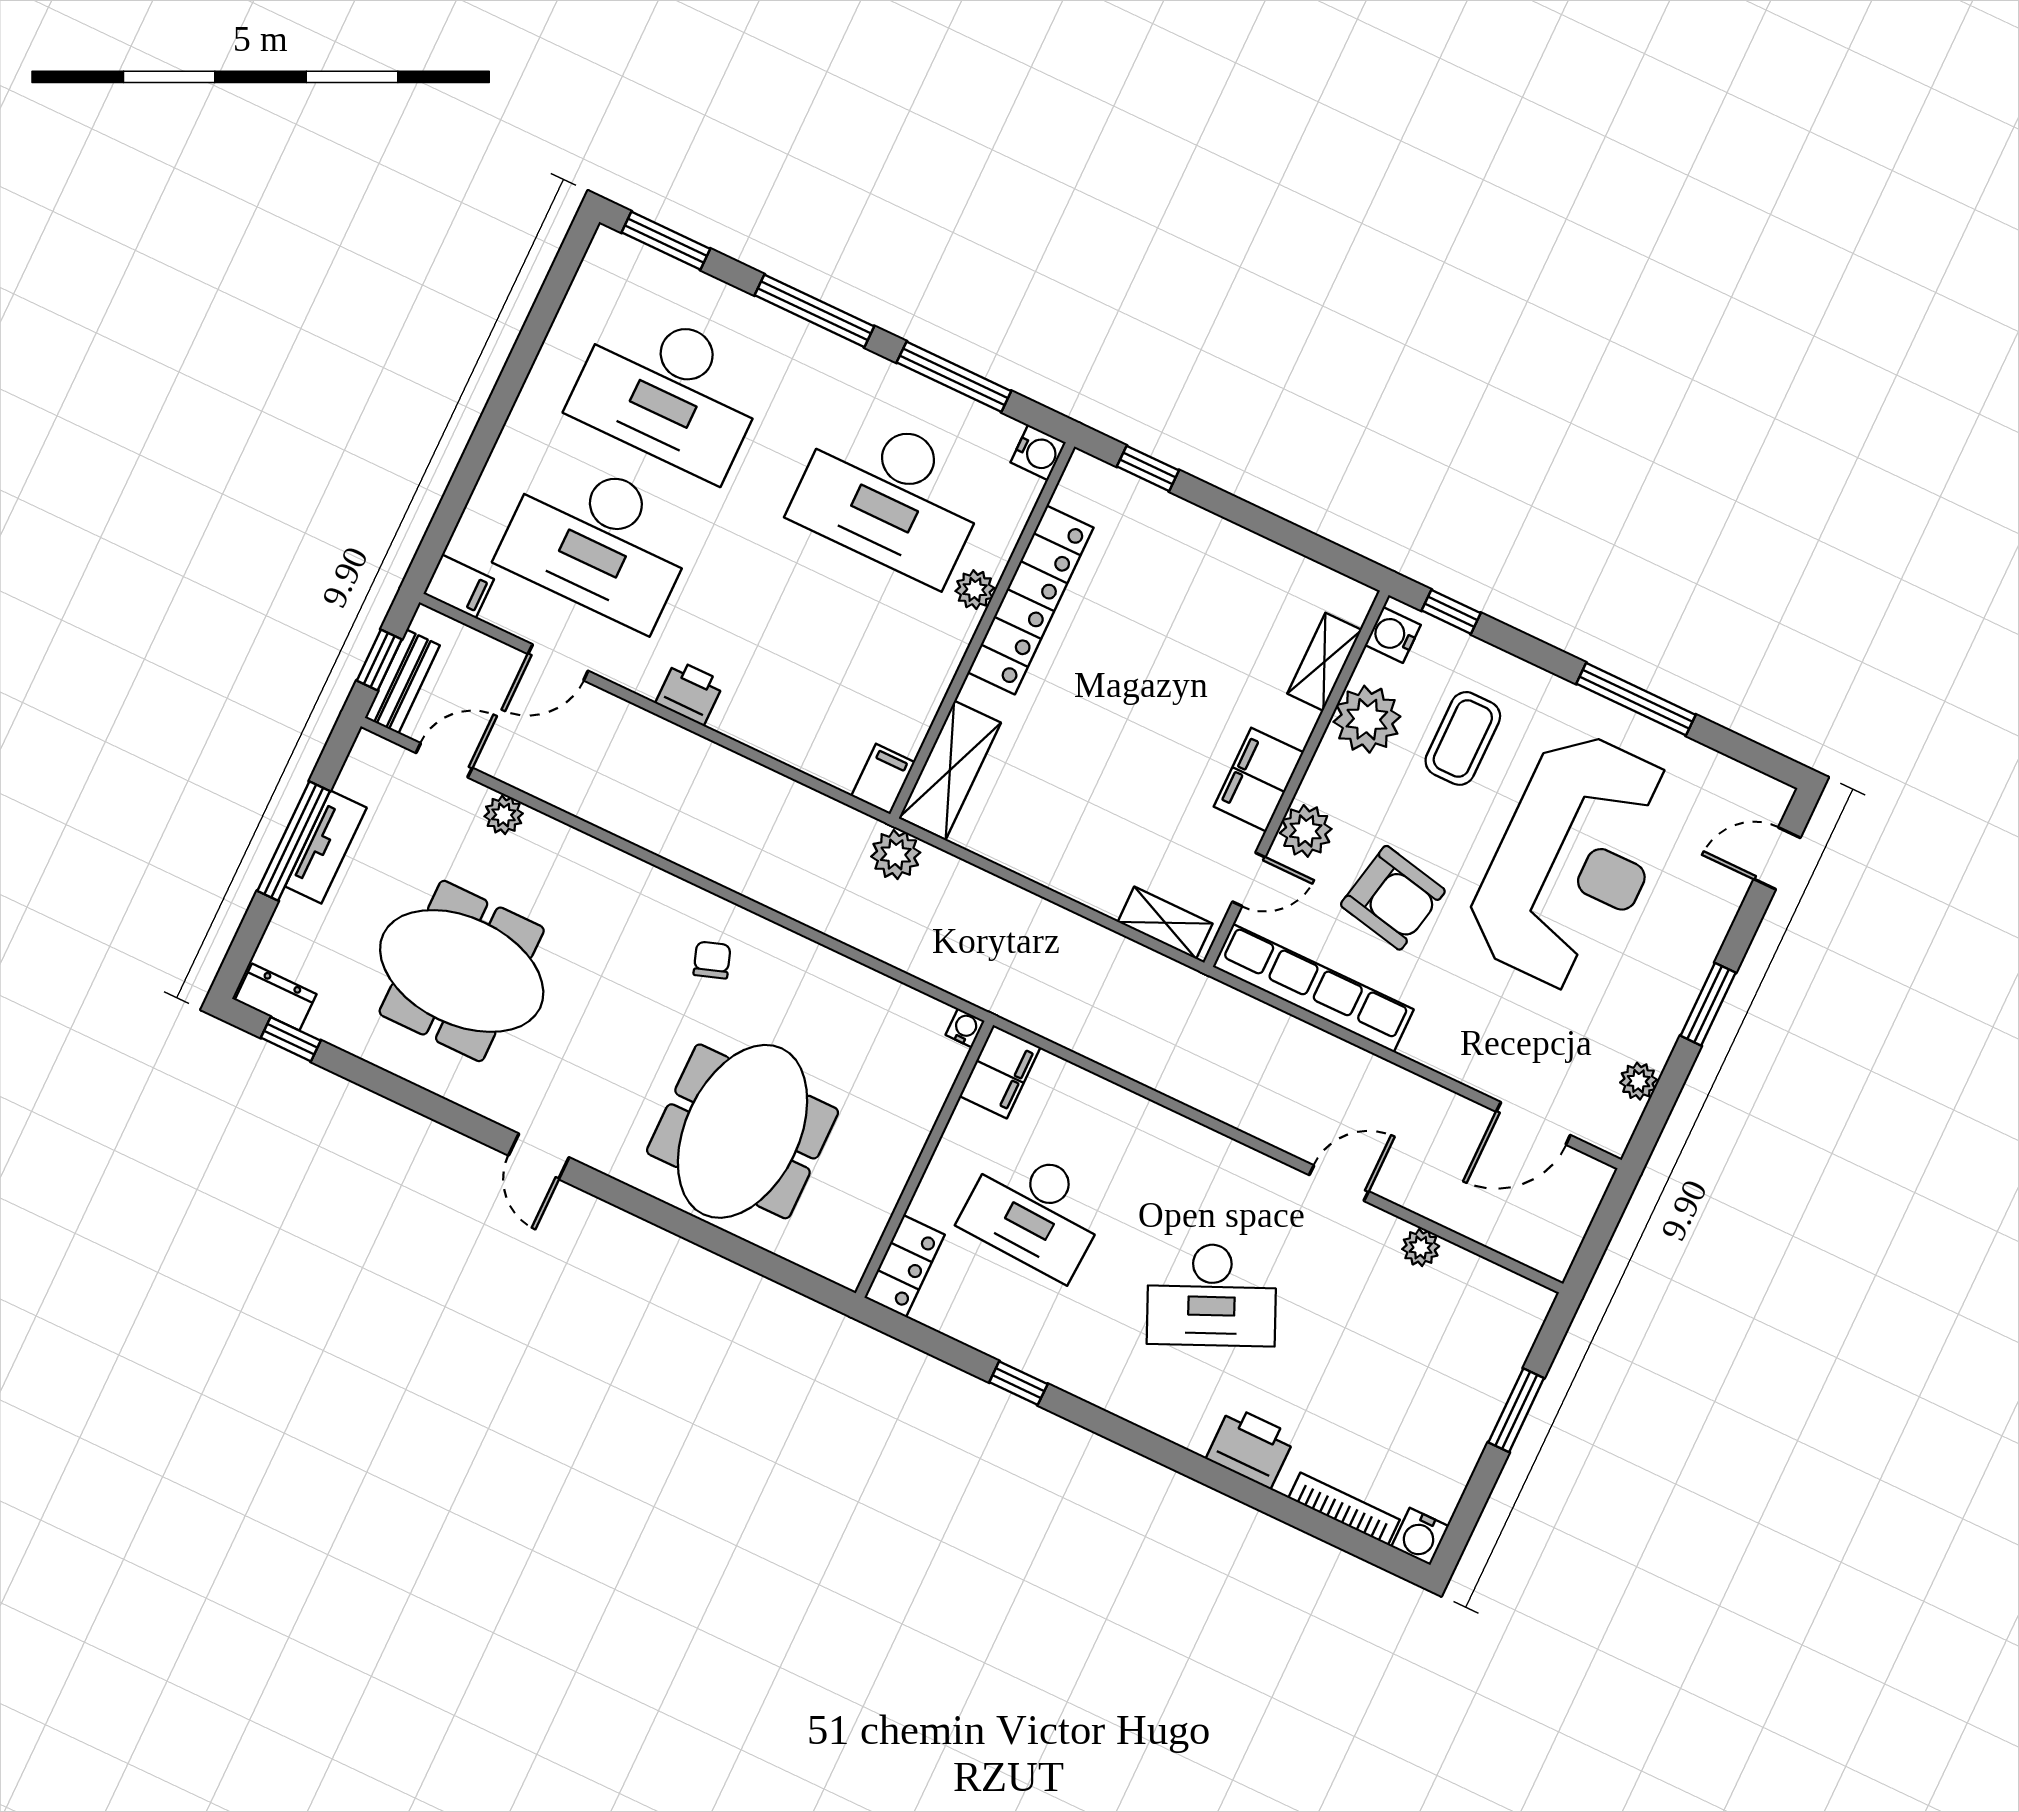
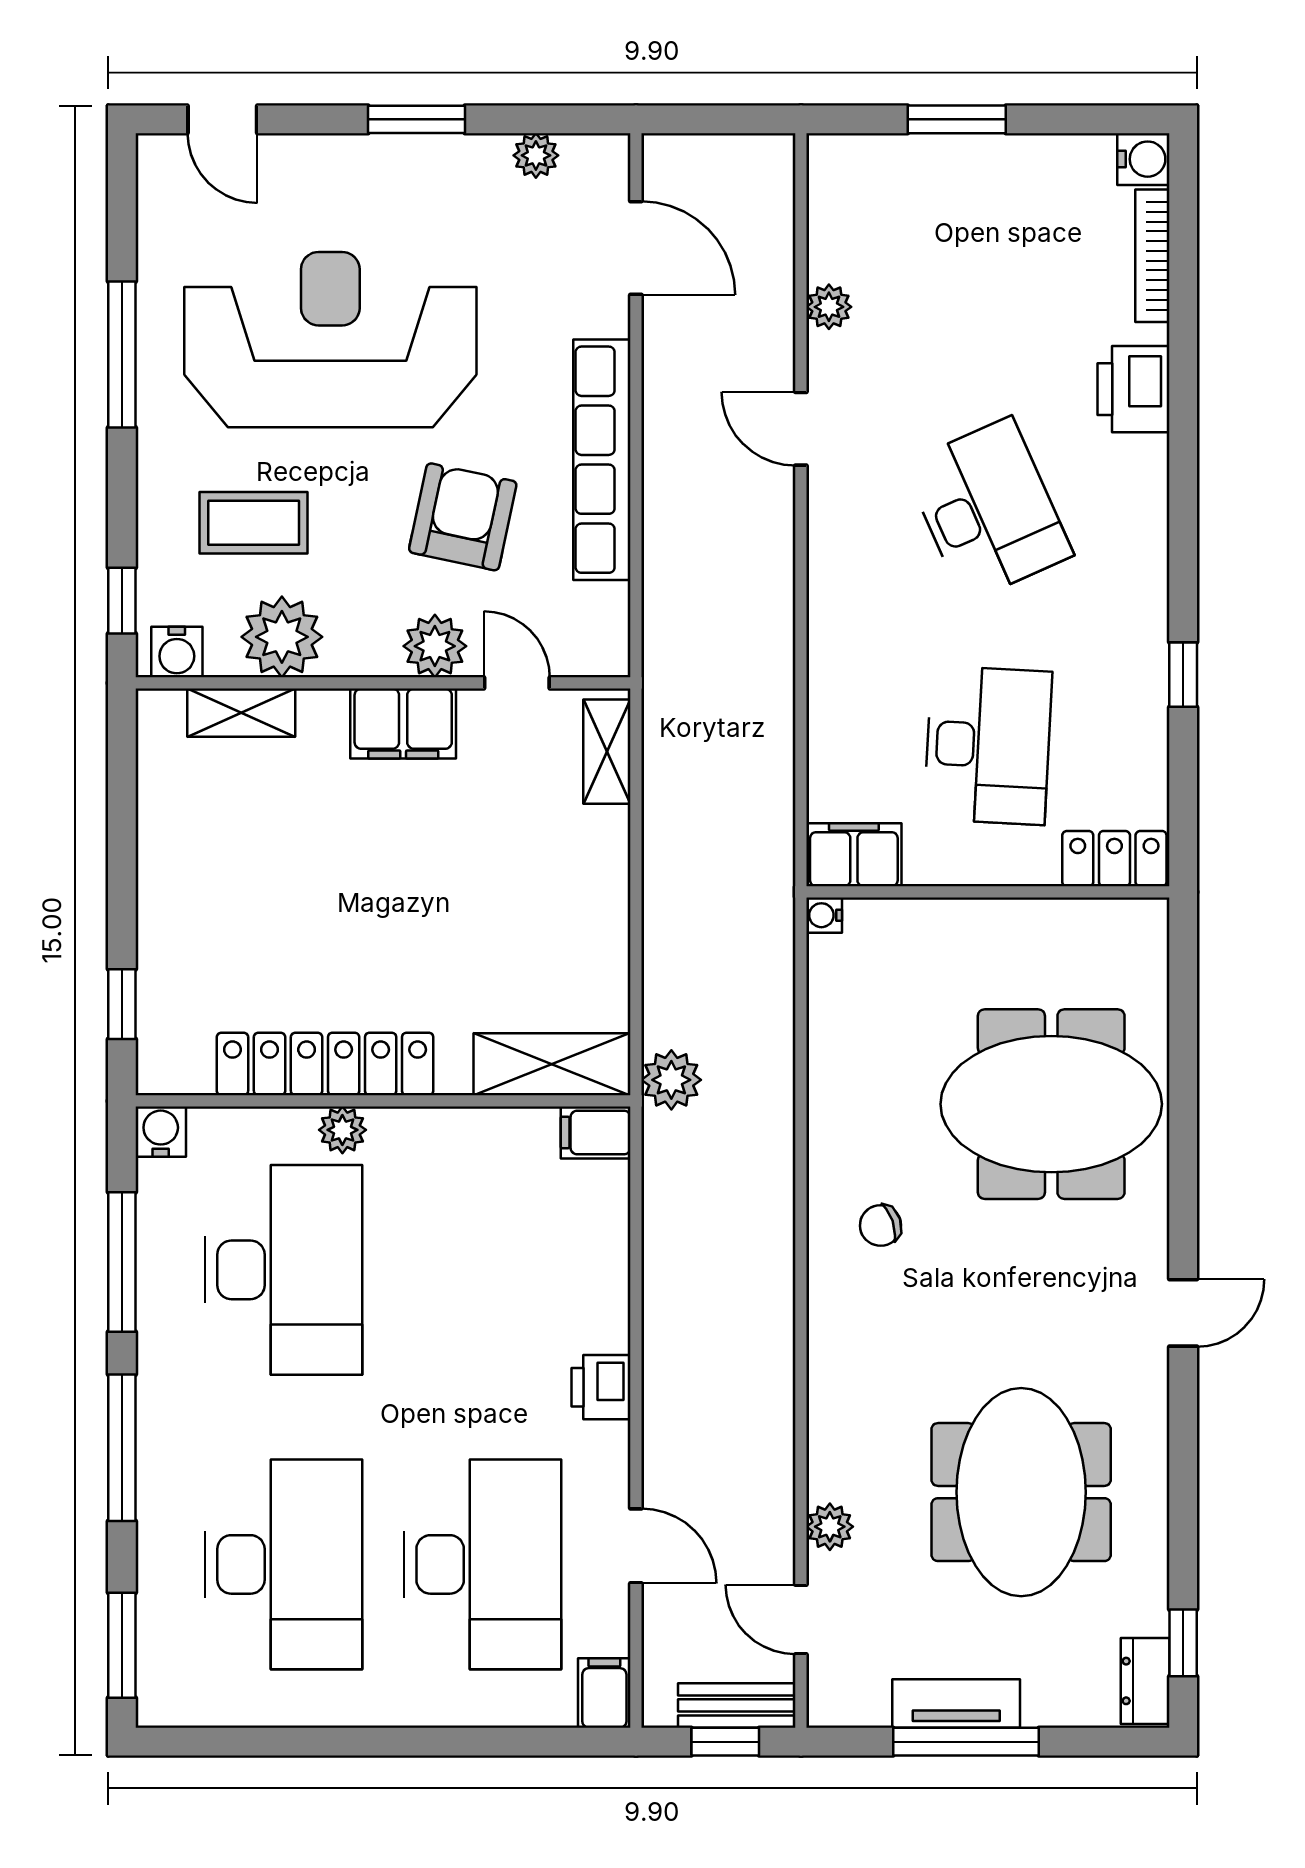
row of seats: (1313, 988) -> (602, 460), moved

